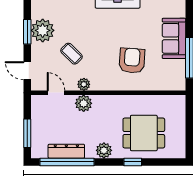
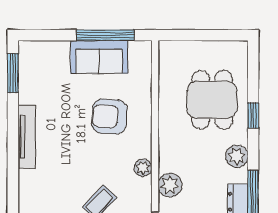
sofa: (174, 38) -> (99, 57), moved
plant: (84, 84) -> (143, 168), moved

